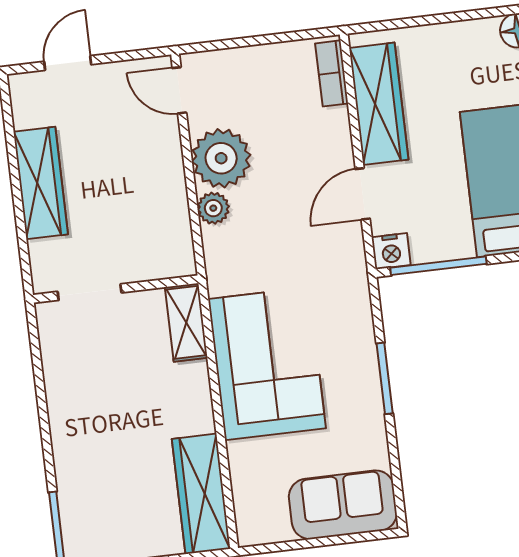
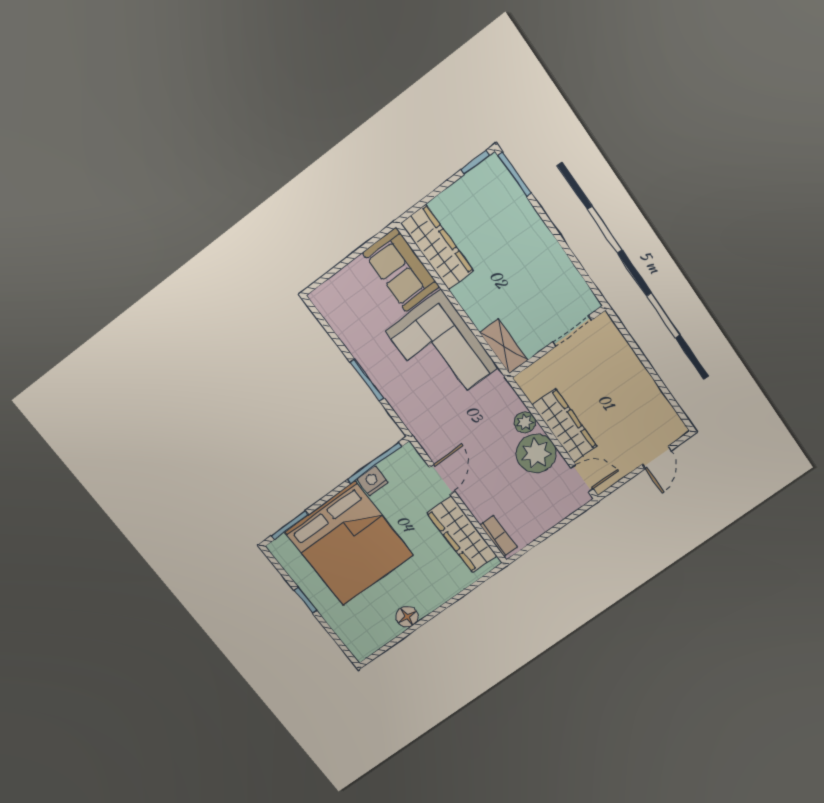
wardrobe: (41, 183) -> (565, 426), moved, turned 180
nightstand: (391, 251) -> (373, 481), moved
sofa: (343, 505) -> (401, 270), moved, turned 90

